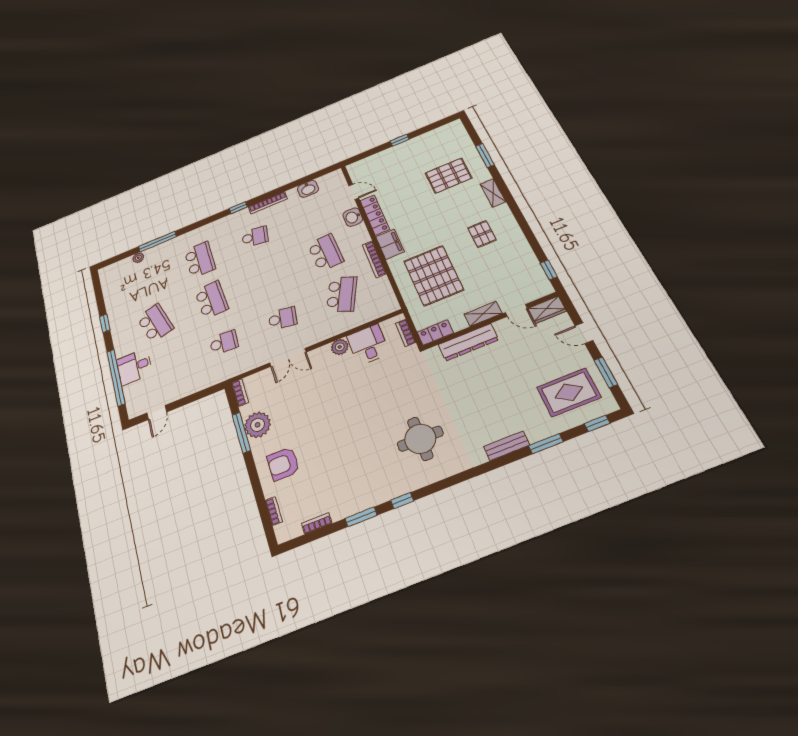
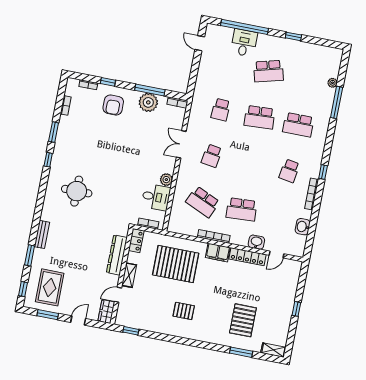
shelving: (493, 193) -> (273, 350), moved
armchair: (283, 464) -> (113, 105), turned 180
window: (257, 489) -> (108, 82), added

